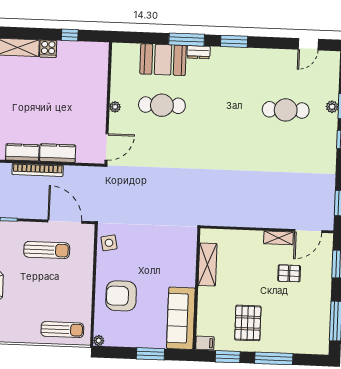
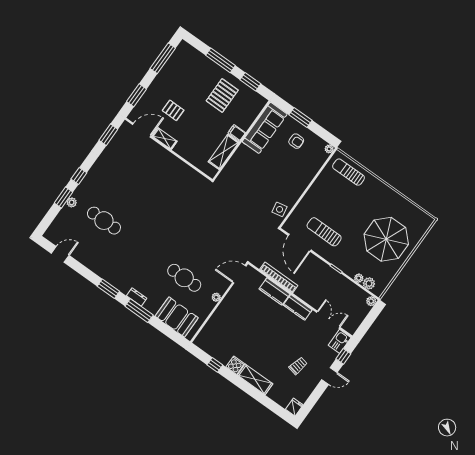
booth: (163, 60) -> (177, 317), moved
bookcase: (38, 170) -> (279, 277), moved
armchair: (121, 296) -> (296, 141), moved, width x0.53, depth x0.53
filing cabinet: (205, 343) -> (237, 133), moved

